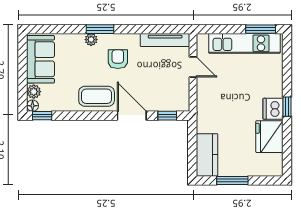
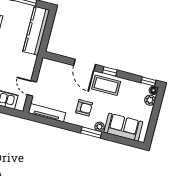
sofa: (41, 59) -> (123, 127), moved, turned 90
armchair: (118, 59) -> (84, 108), turned -90
window: (167, 116) -> (110, 71), moved
kitchen counter: (207, 155) -> (36, 31), width x1.50

